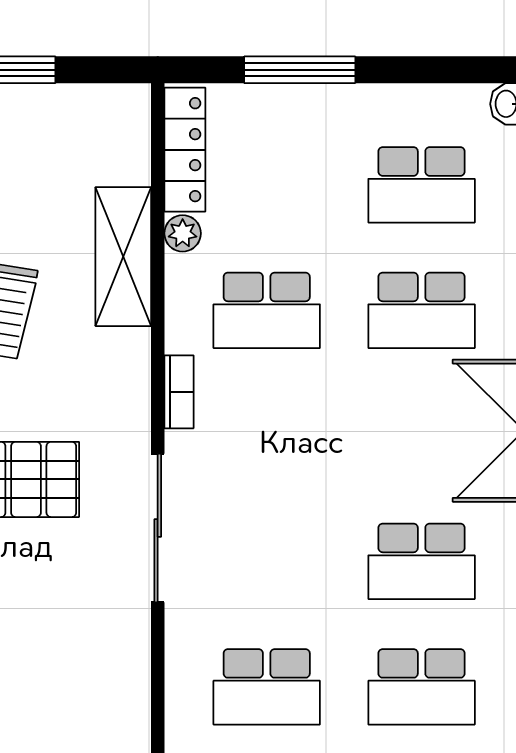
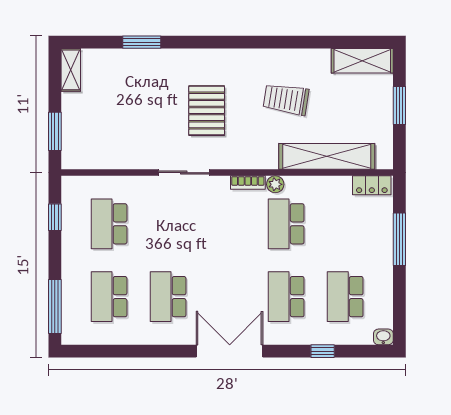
locker: (185, 150) -> (372, 185), width x0.66
plant: (183, 233) -> (275, 184), moved
shelving: (123, 257) -> (327, 156), width x1.47
sliding door: (158, 528) -> (184, 173), width x0.73

